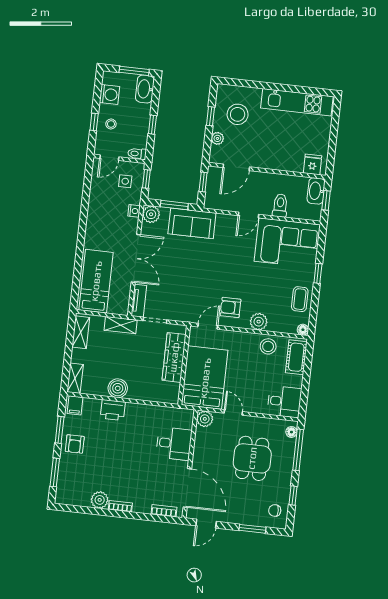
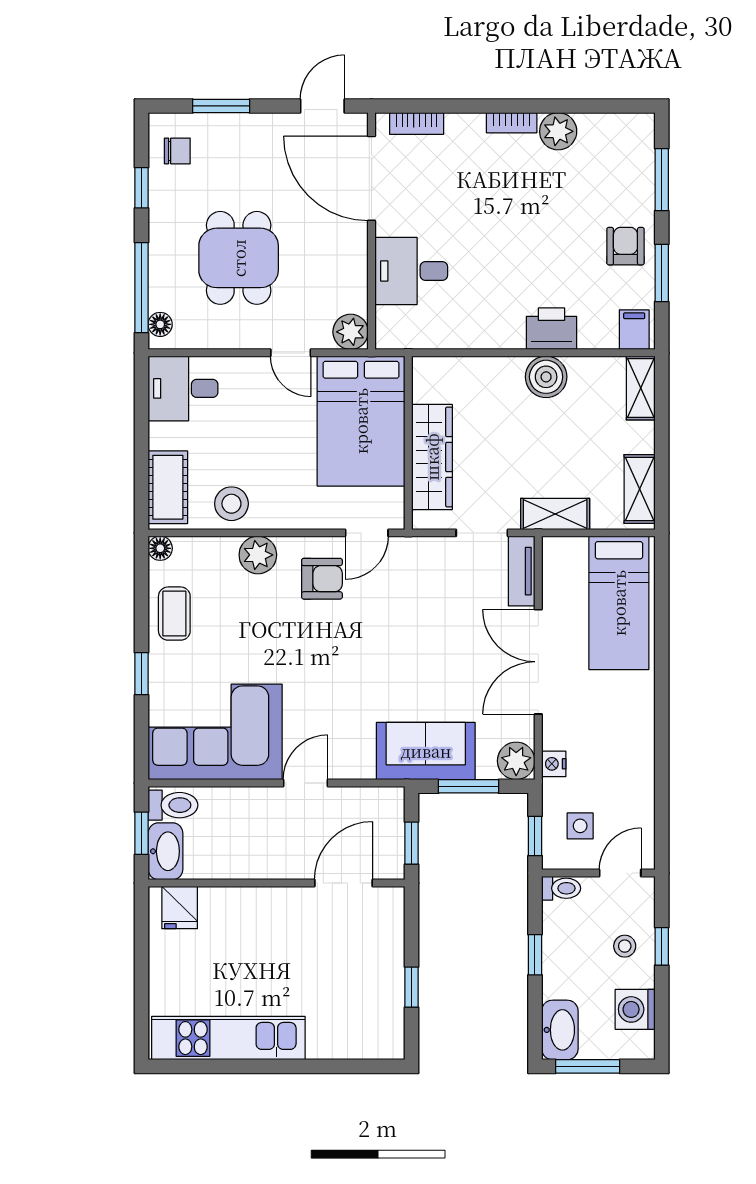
stool: (238, 114) -> (354, 998), removed
plant: (217, 138) -> (391, 941), removed
toilet: (280, 205) -> (173, 805), moved, turned -90

